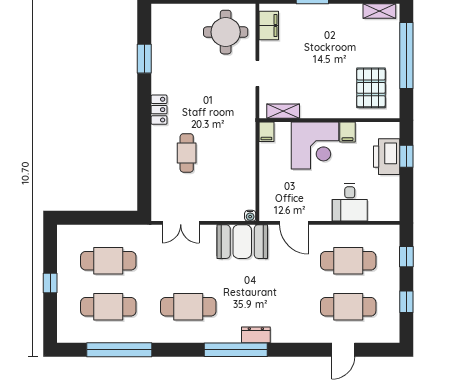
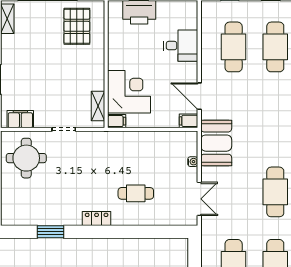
pallet: (371, 88) -> (77, 26), turned 90
filing cabinet: (348, 132) -> (189, 121), moved, turned 180
corner desk: (315, 145) -> (129, 92), moved
water cooler: (250, 216) -> (193, 162), moved
door: (294, 223) -> (199, 96), swing flipped

